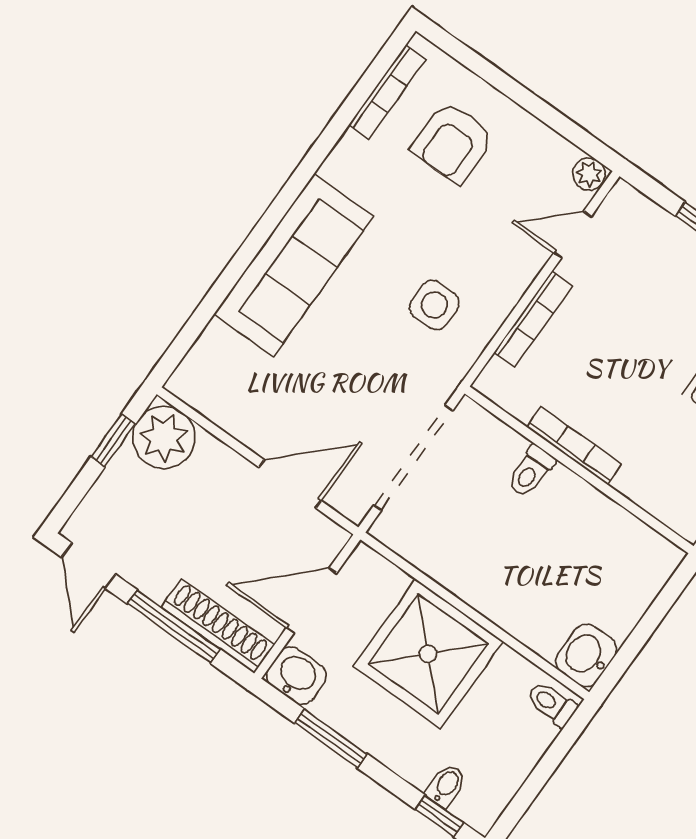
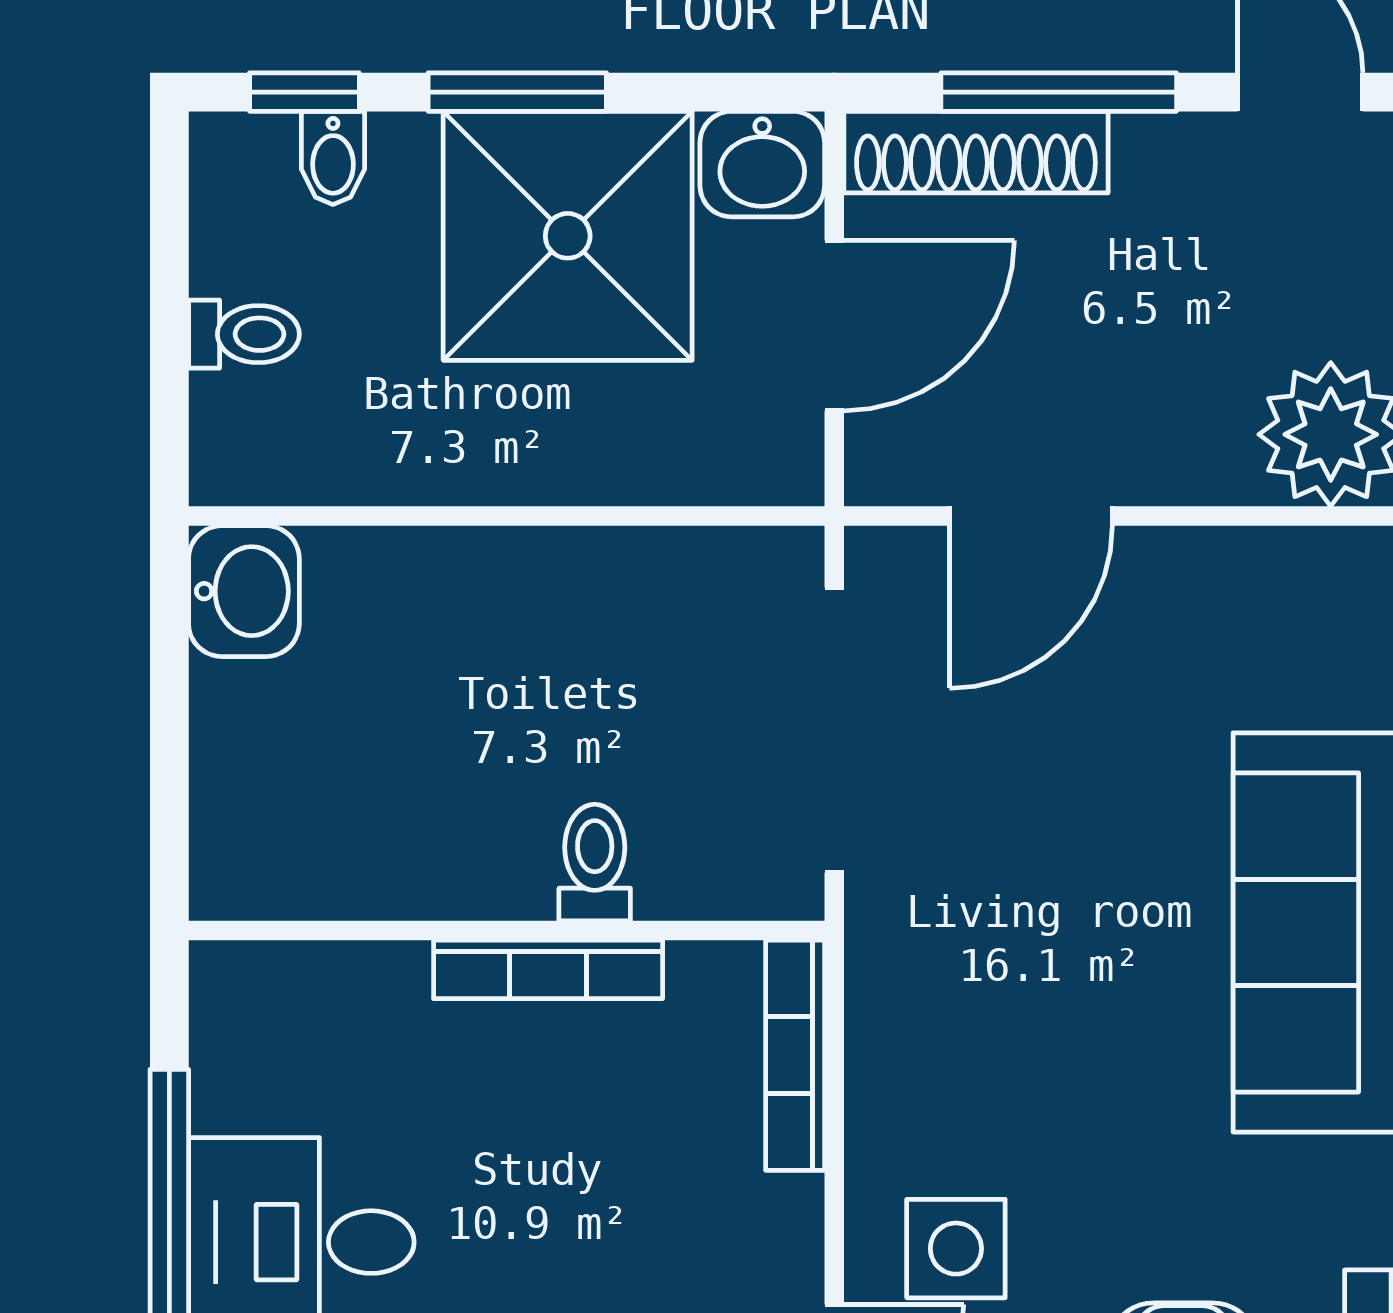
side table: (434, 305) -> (956, 1249), moved
bookcase: (533, 319) -> (795, 1055), moved
shower: (428, 654) -> (568, 236), moved
toilet: (552, 704) -> (244, 334), moved
window: (331, 739) -> (517, 92), moved

